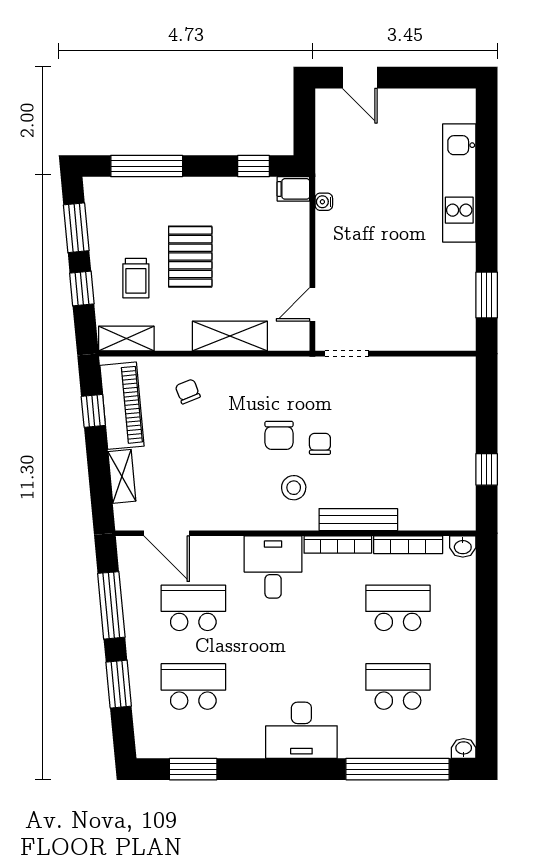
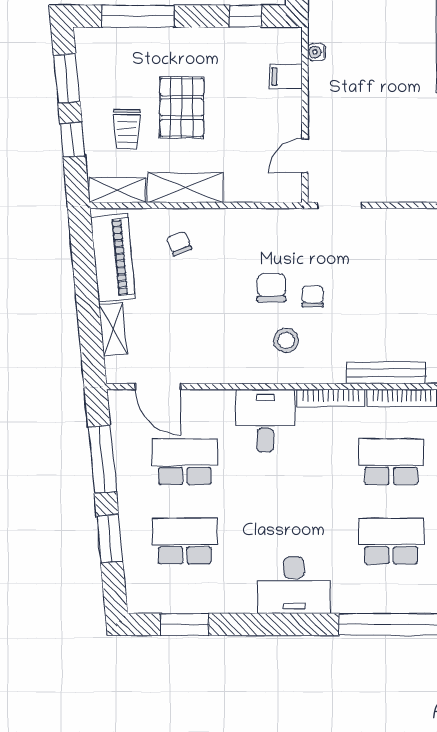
filing cabinet: (293, 189) -> (286, 76), moved
shelving: (230, 336) -> (185, 188), moved
window: (93, 411) -> (84, 263), removed
chair: (279, 435) -> (271, 288), turned 180
bench: (358, 520) -> (386, 373), moved

